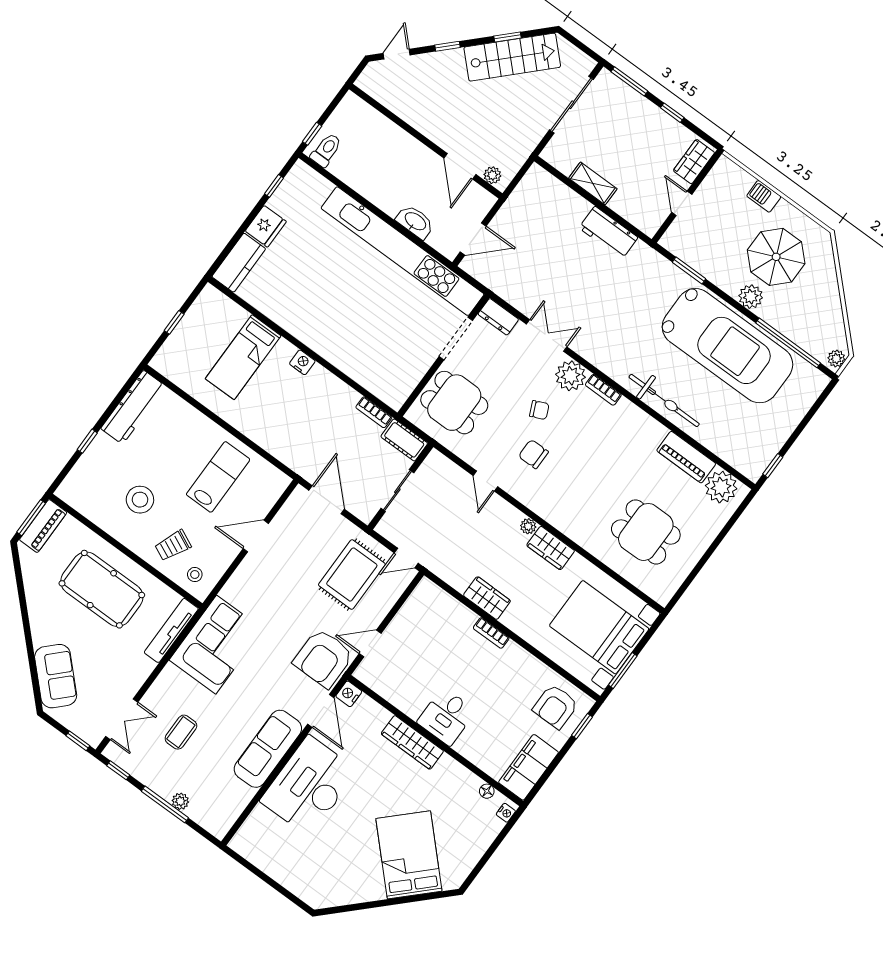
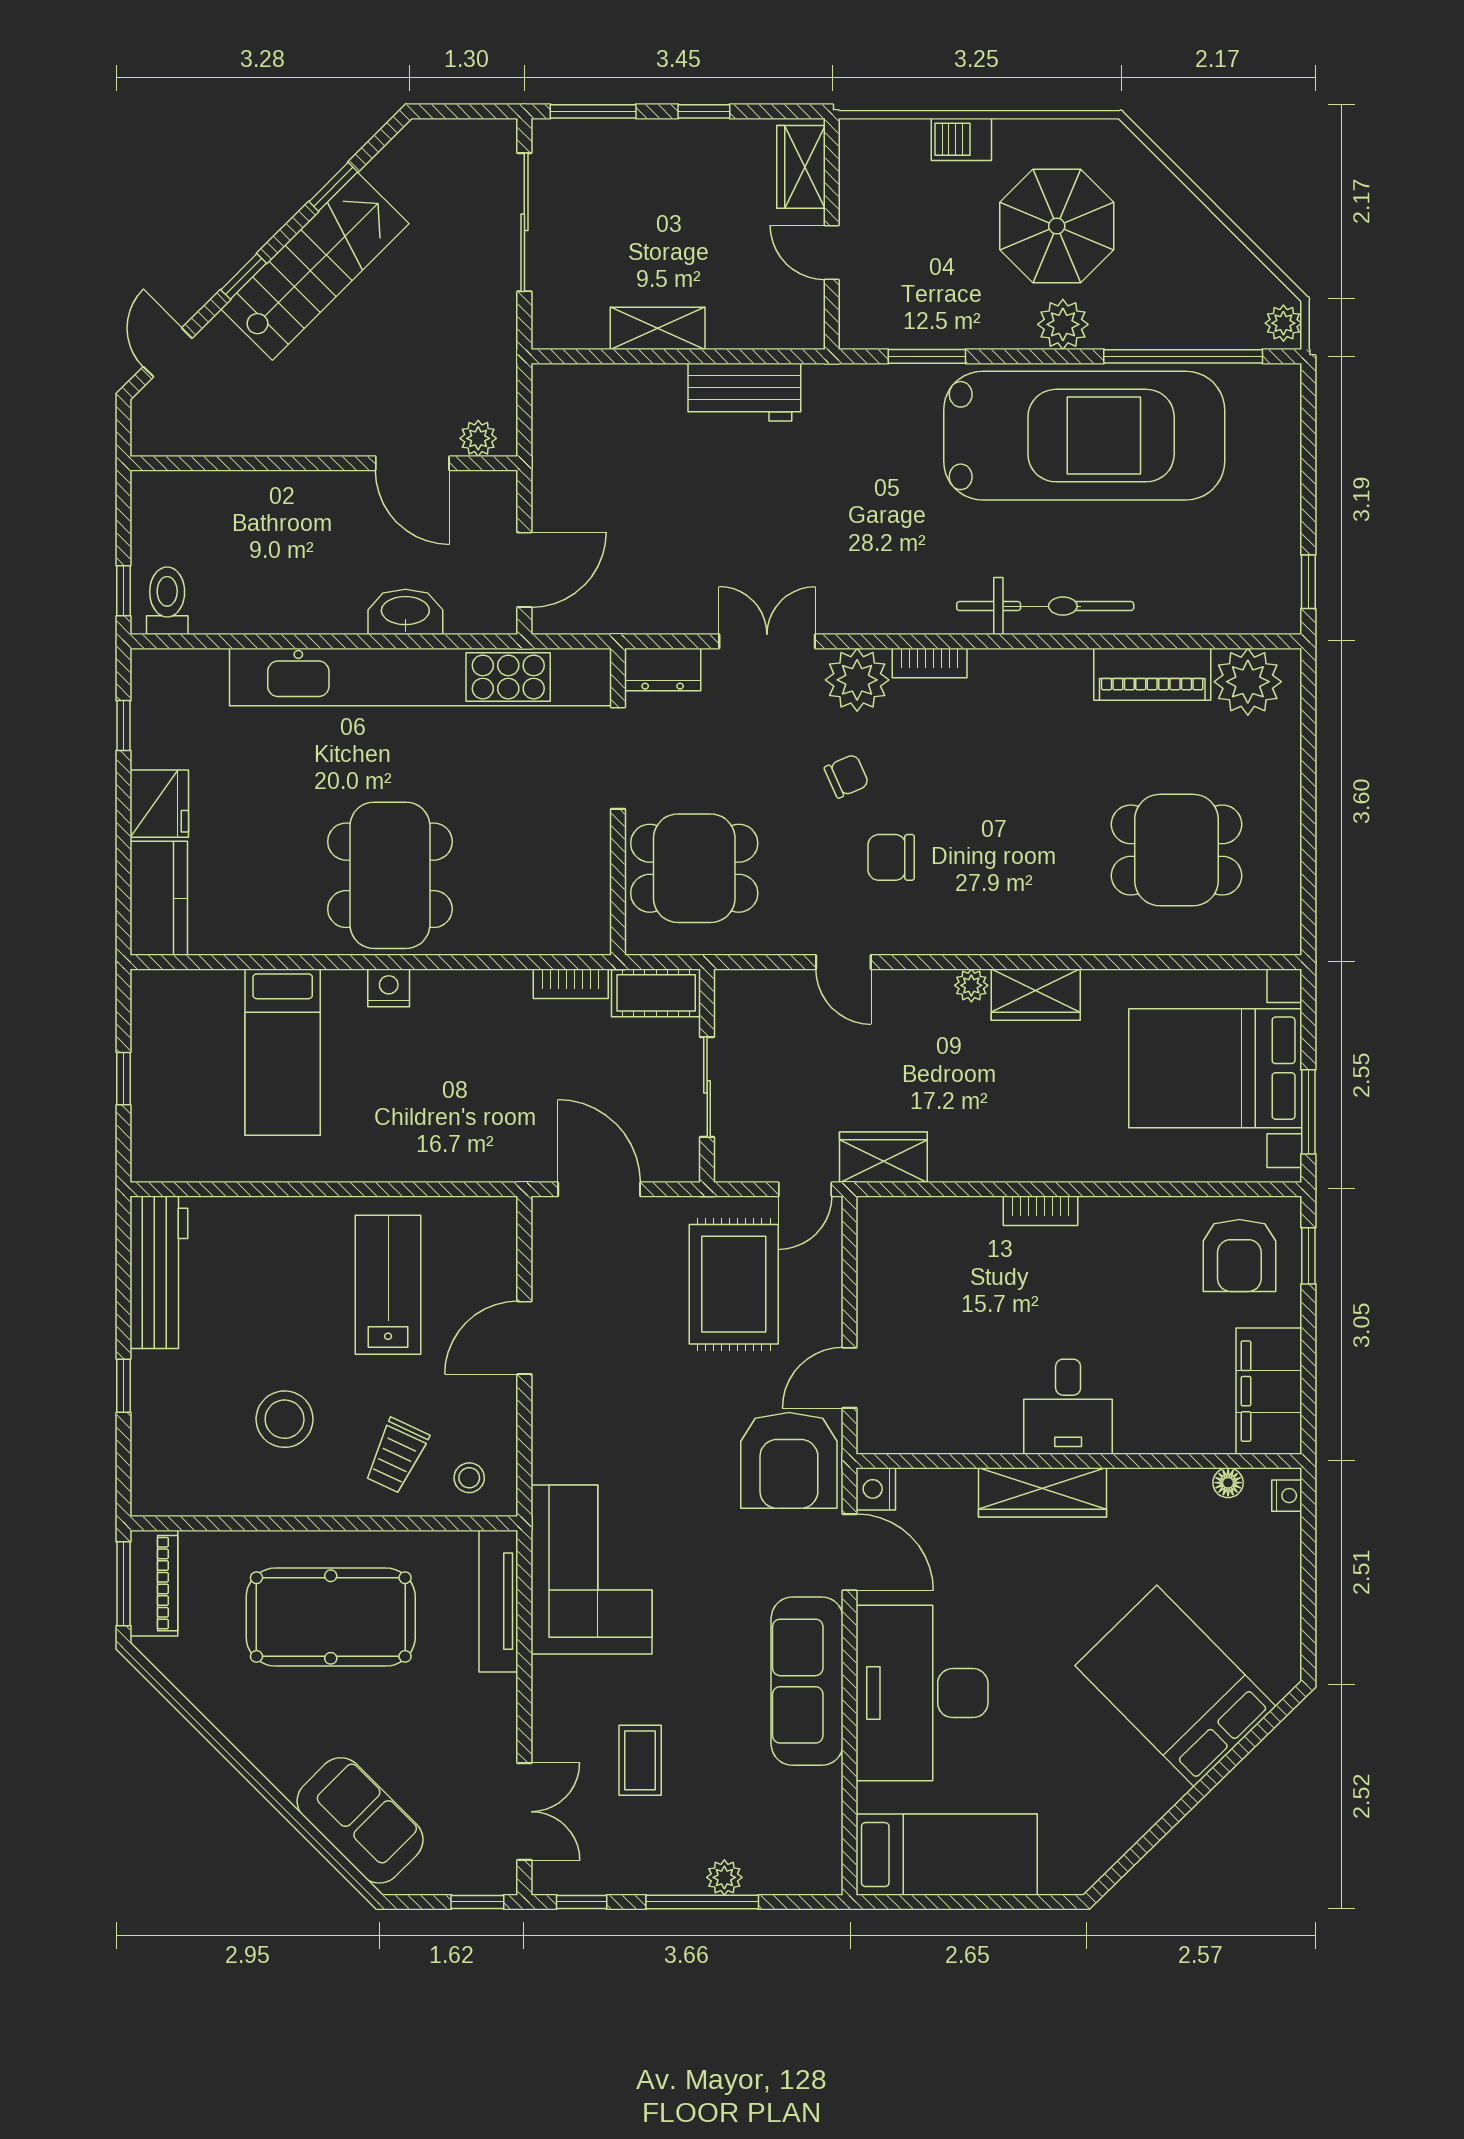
stairs: (512, 57) -> (315, 266), moved
dining table: (335, 319) -> (390, 875), added
wardrobe: (487, 598) -> (883, 1157), moved
bed: (273, 855) -> (947, 1855), added

